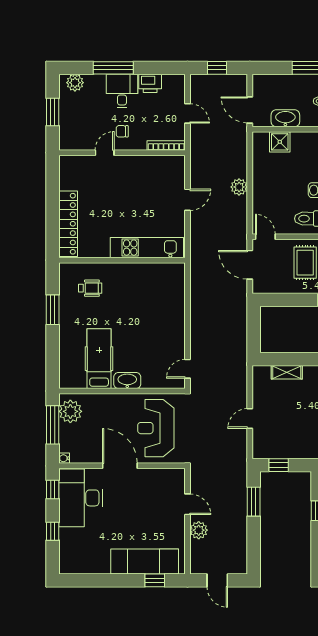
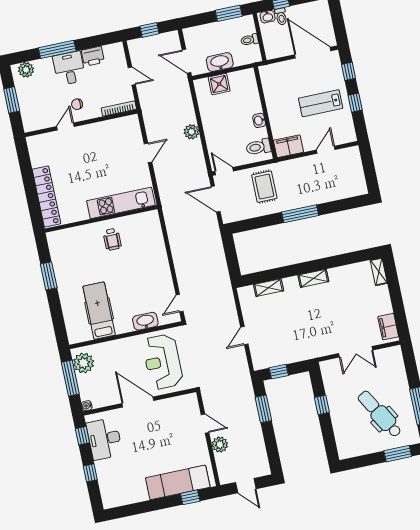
wheelchair: (90, 288) -> (112, 239), moved, turned 90
washbasin: (127, 381) -> (145, 321), moved
desk: (81, 498) -> (104, 439), width x0.73, depth x0.77

